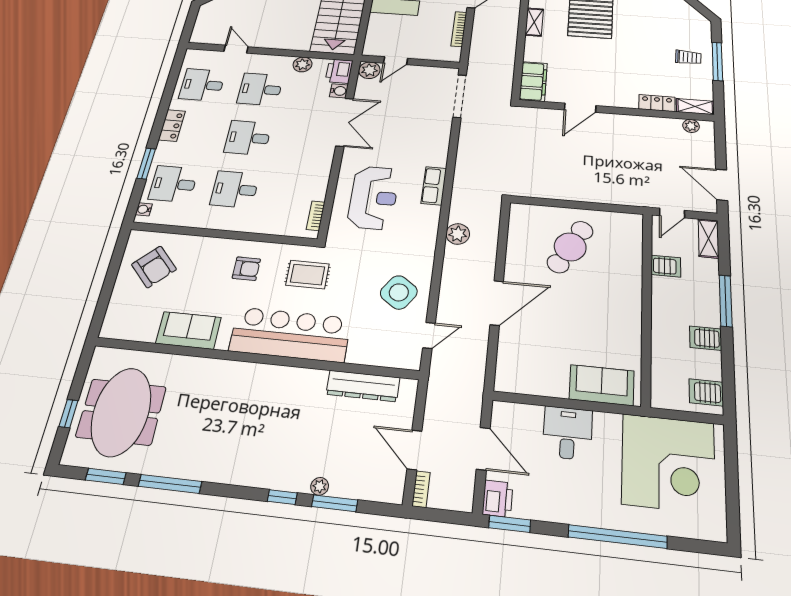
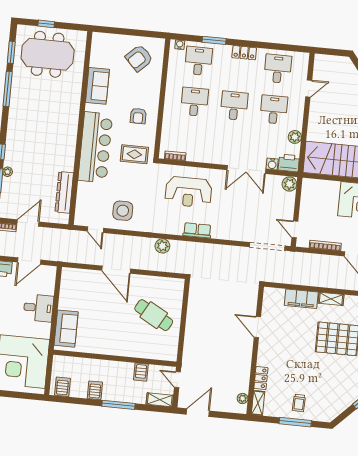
door: (396, 61) -> (295, 229), moved
filing cabinet: (533, 81) -> (301, 299), moved
rug: (308, 274) -> (134, 154), turned 90
side table: (399, 292) -> (123, 211), turned -35

